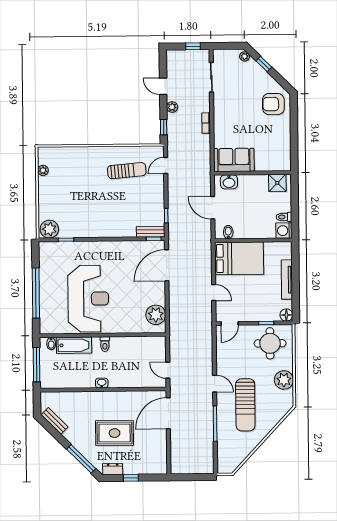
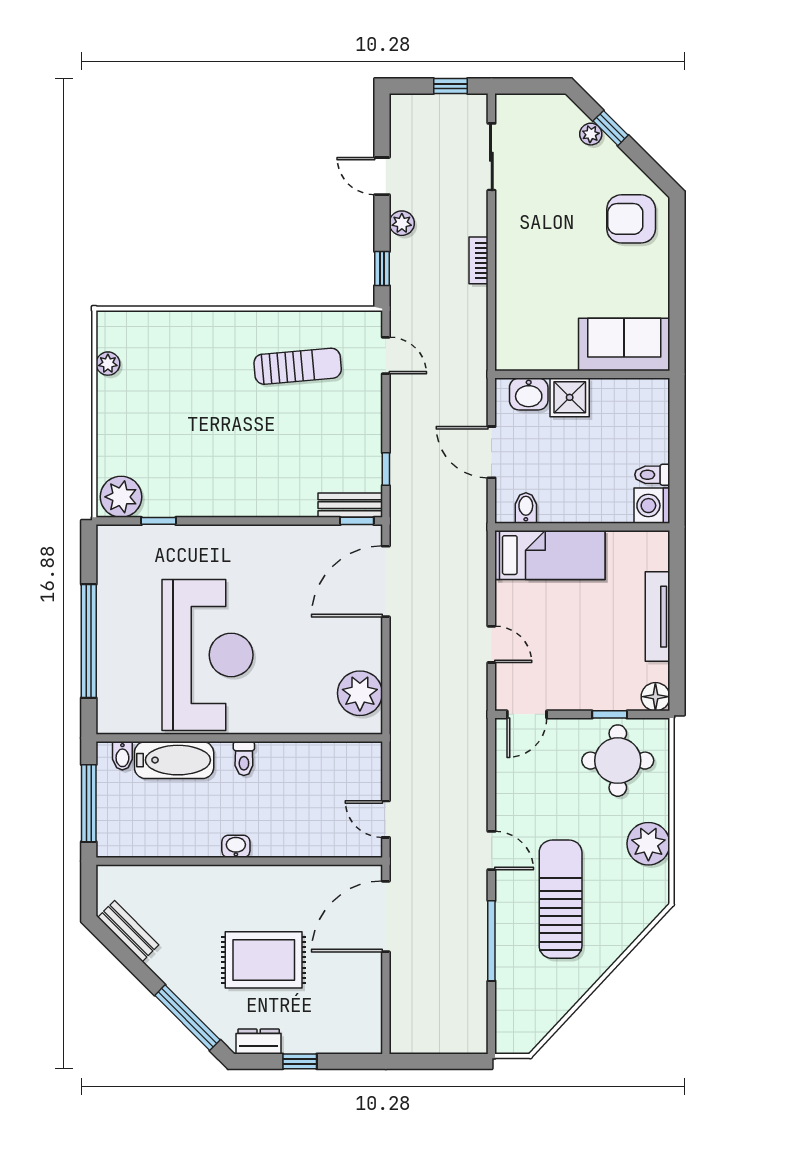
plant: (245, 56) -> (591, 134), moved
sofa: (234, 160) -> (624, 344), moved
door: (166, 166) -> (386, 355), swing flipped
shower: (277, 183) -> (570, 397), moved
bed: (239, 258) -> (550, 555), width x0.67
sun lounger: (245, 405) -> (561, 899), turned 180

